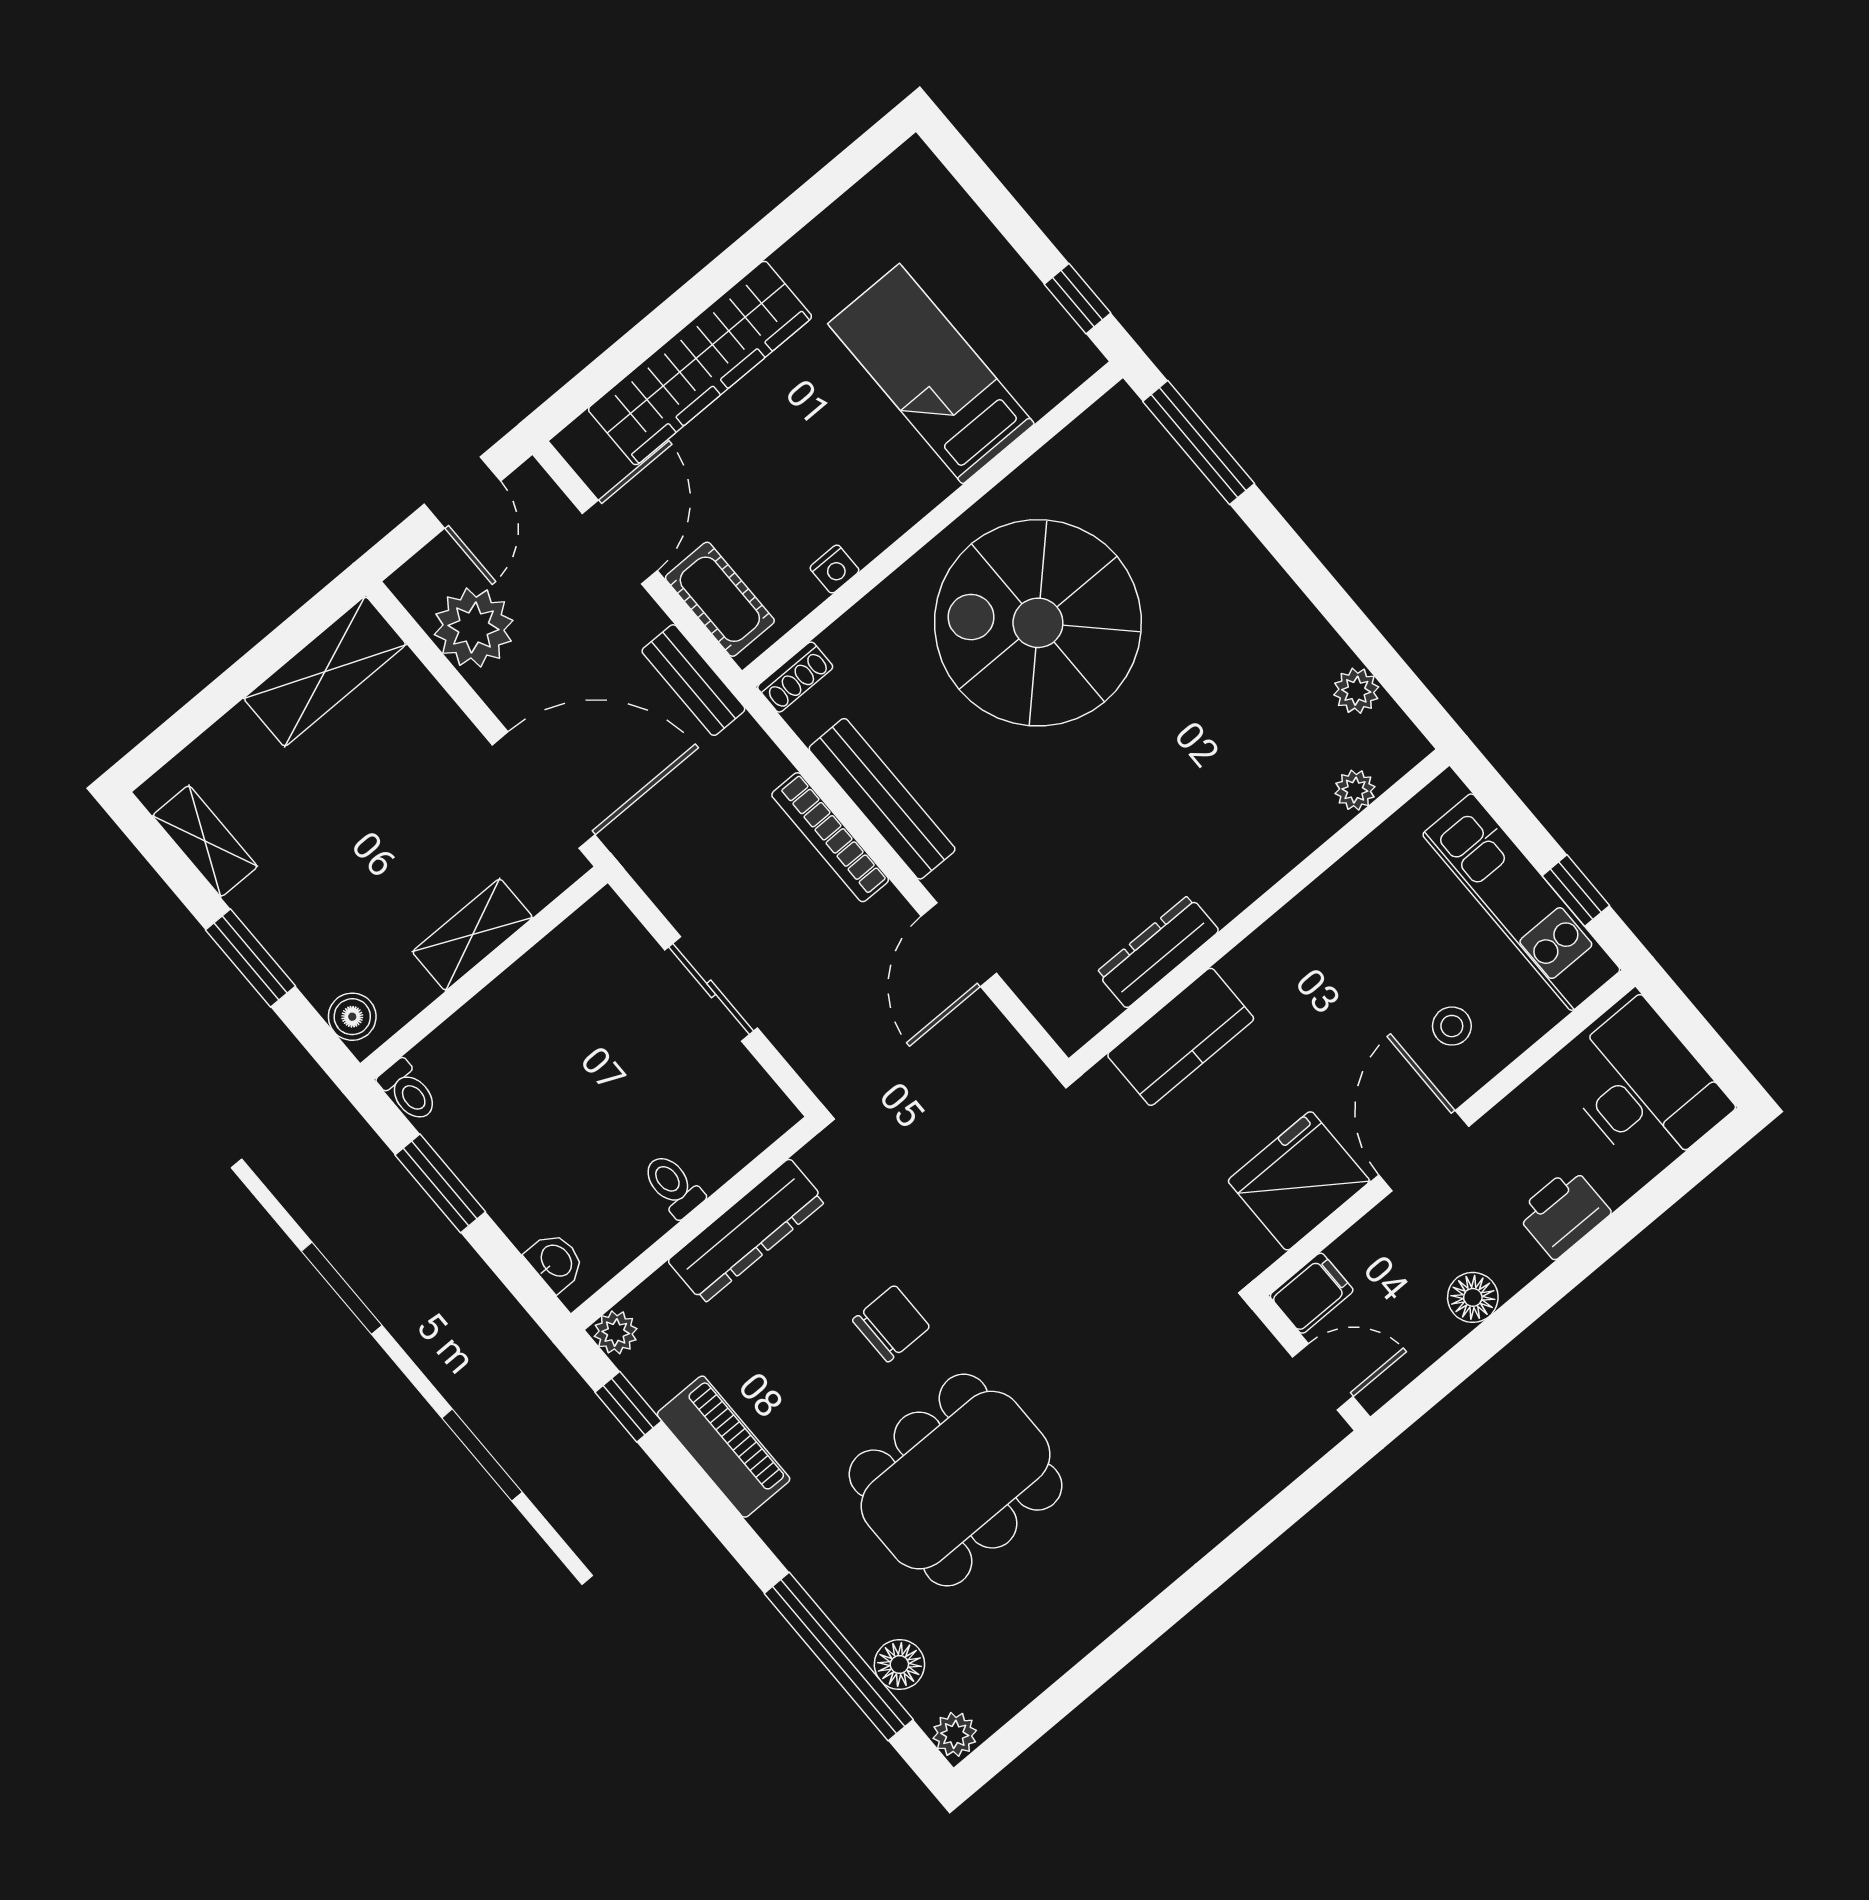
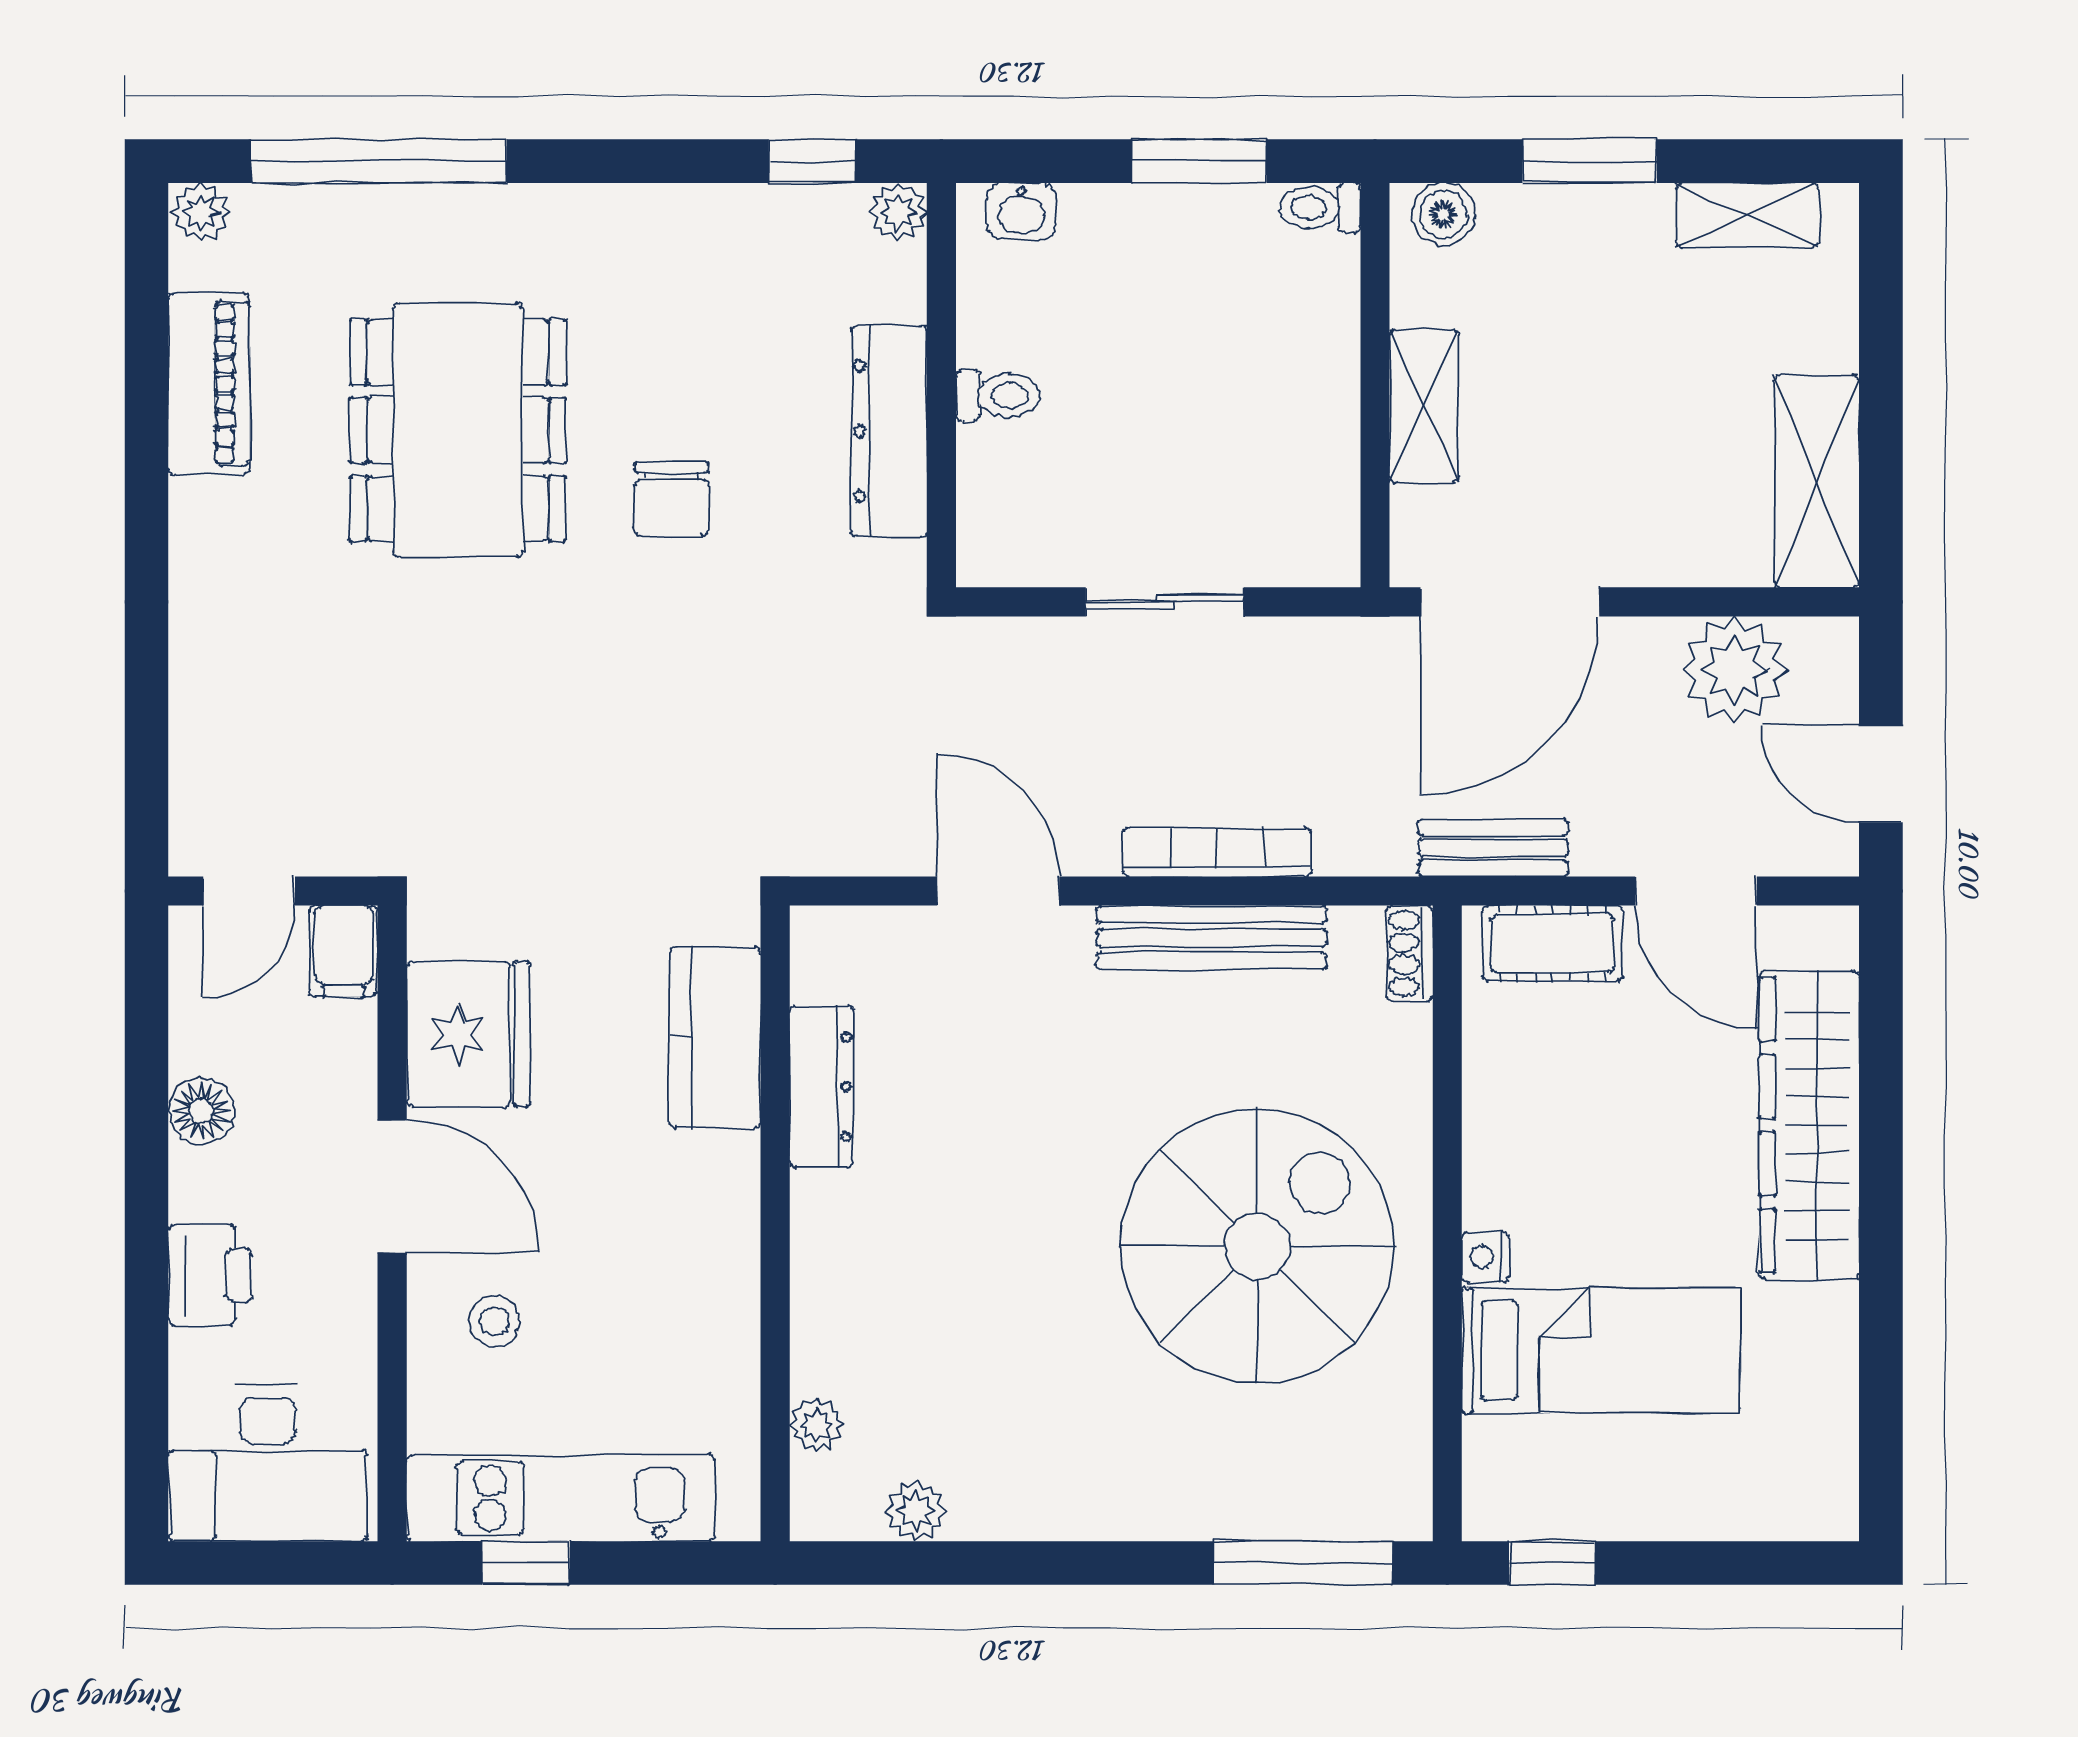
nightstand: (835, 569) -> (1485, 1257), moved
piano: (724, 1447) -> (209, 384), moved, turned -90
floor lamp: (899, 1664) -> (319, 216), removed

